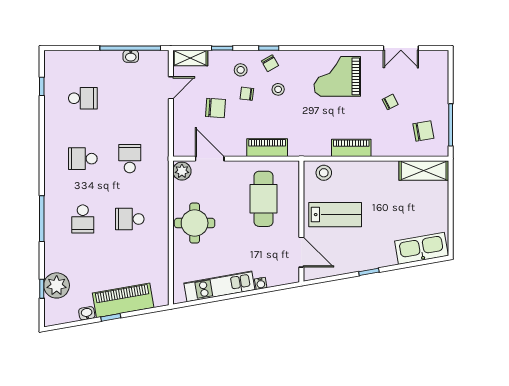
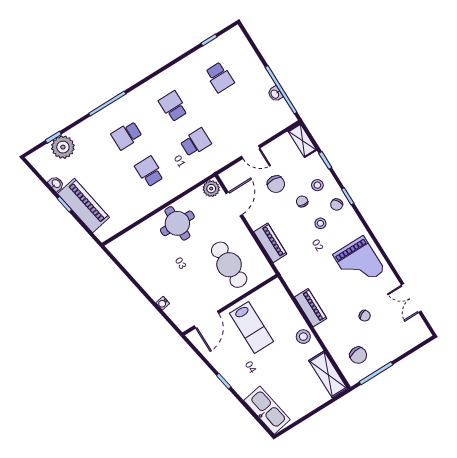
grand piano: (337, 76) -> (359, 263), turned 180
door: (171, 88) -> (251, 152), moved
stool: (324, 173) -> (303, 337), moved
cafe table: (263, 199) -> (229, 265), turned 90
kitchen unit: (219, 286) -> (141, 273), removed

